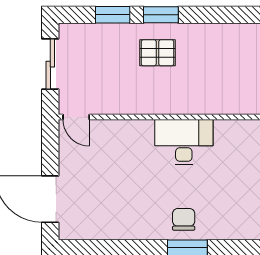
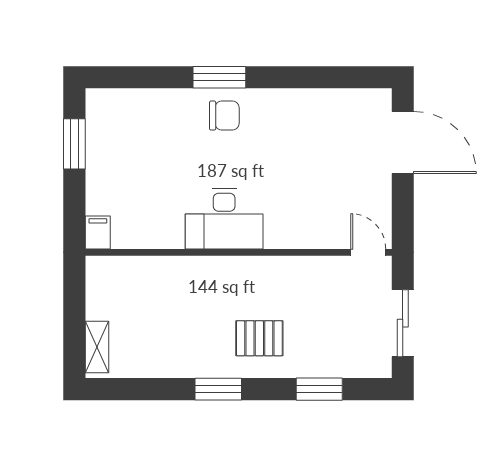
window: (161, 15) -> (218, 389), moved
chair: (184, 219) -> (224, 116), turned -90

